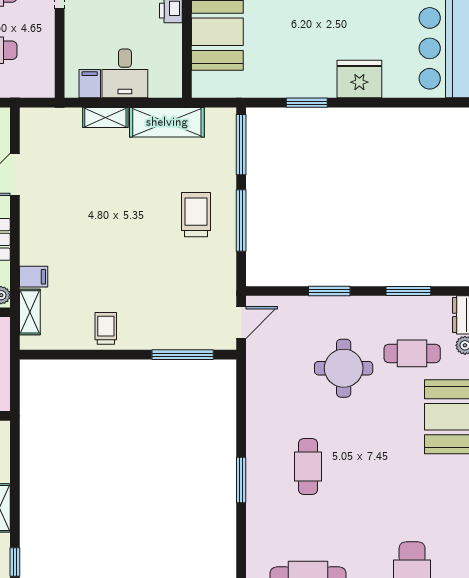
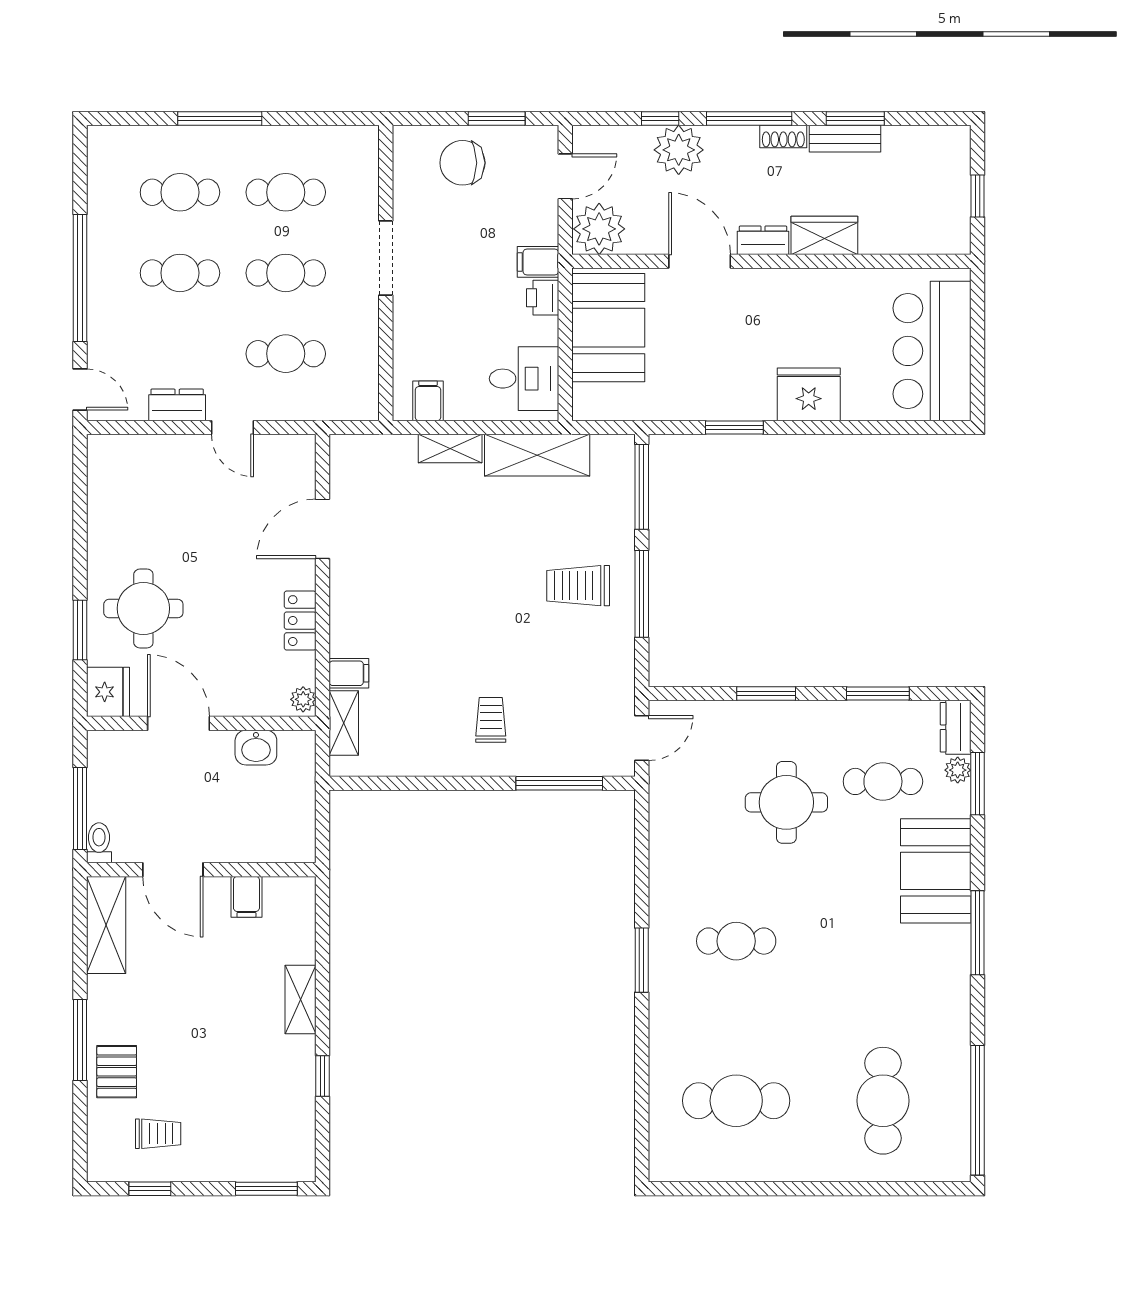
desk: (125, 73) -> (524, 379), moved, turned -90
trolley: (196, 215) -> (578, 586), turned -90
trolley: (106, 328) -> (491, 720), moved
cafe table: (308, 467) -> (736, 941), turned 90

